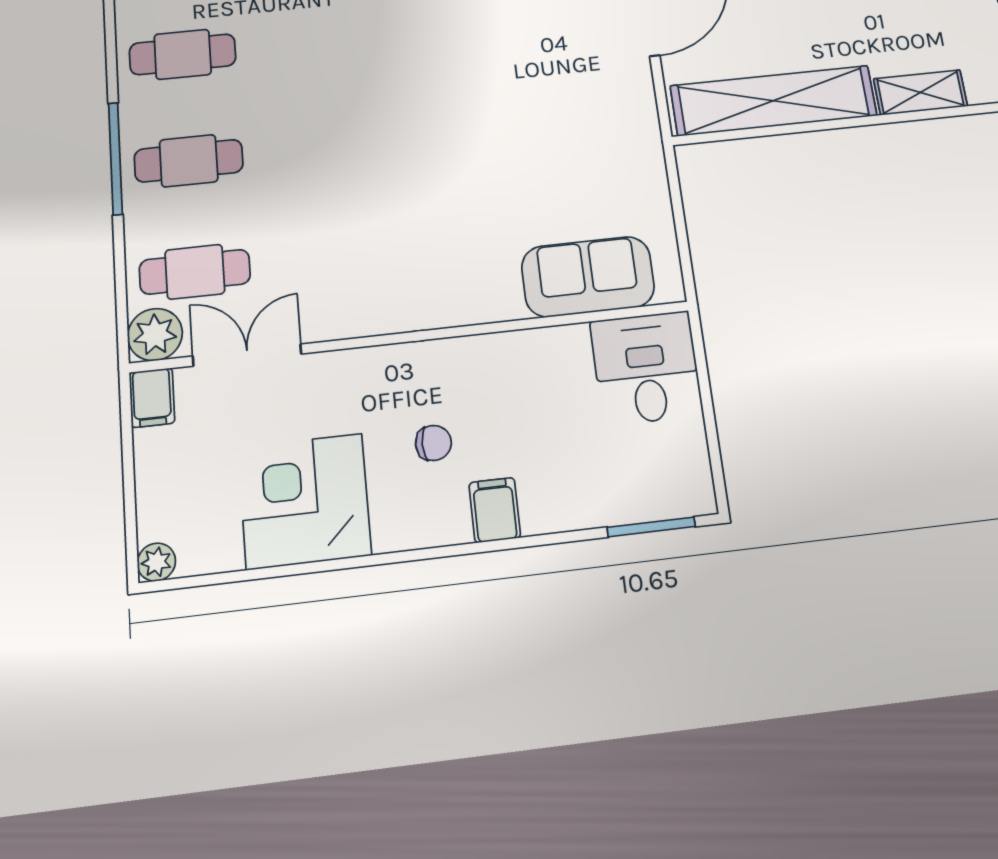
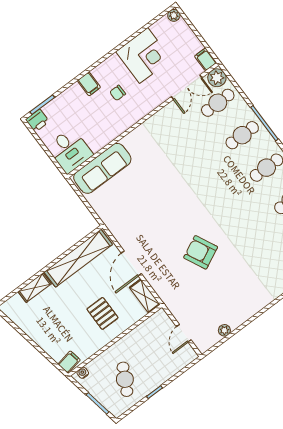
sofa: (588, 277) -> (102, 168), width x1.36
printer: (688, 492) -> (37, 121), added

